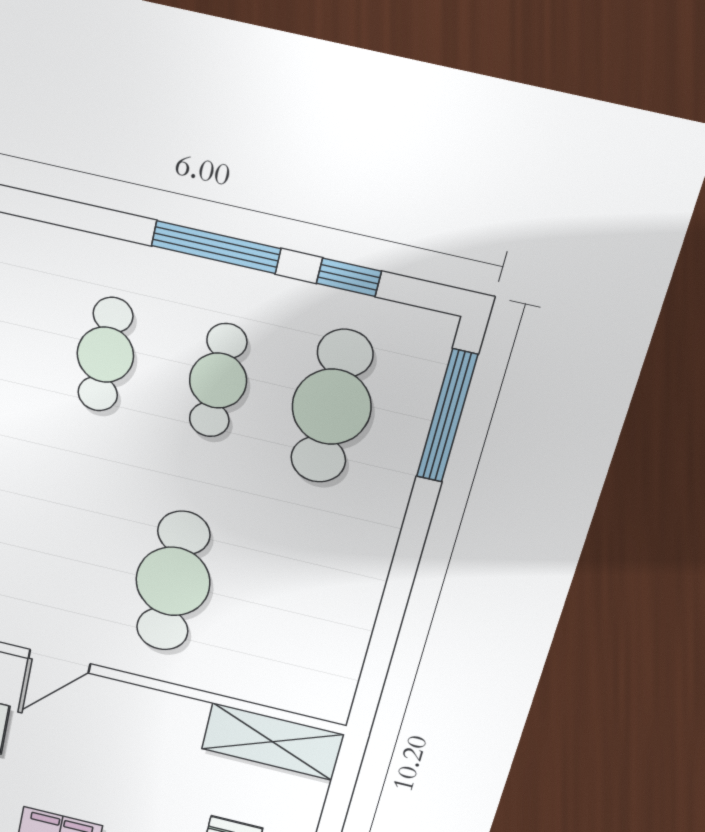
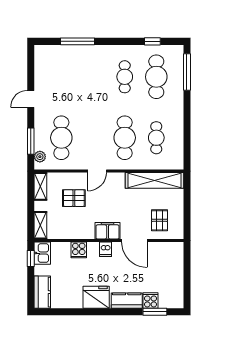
window: (216, 247) -> (78, 41), moved
cafe table: (105, 355) -> (156, 138), moved
shelving: (273, 742) -> (155, 180), width x1.47

